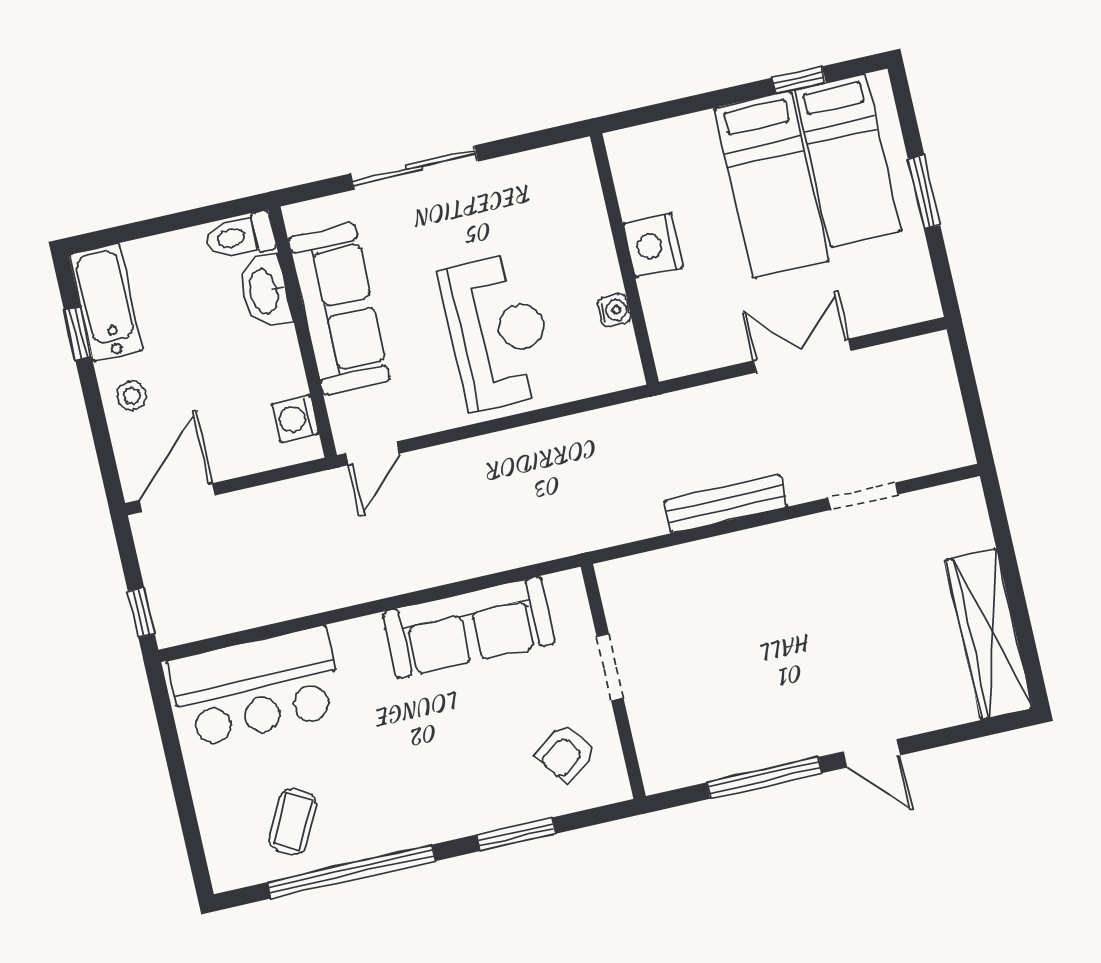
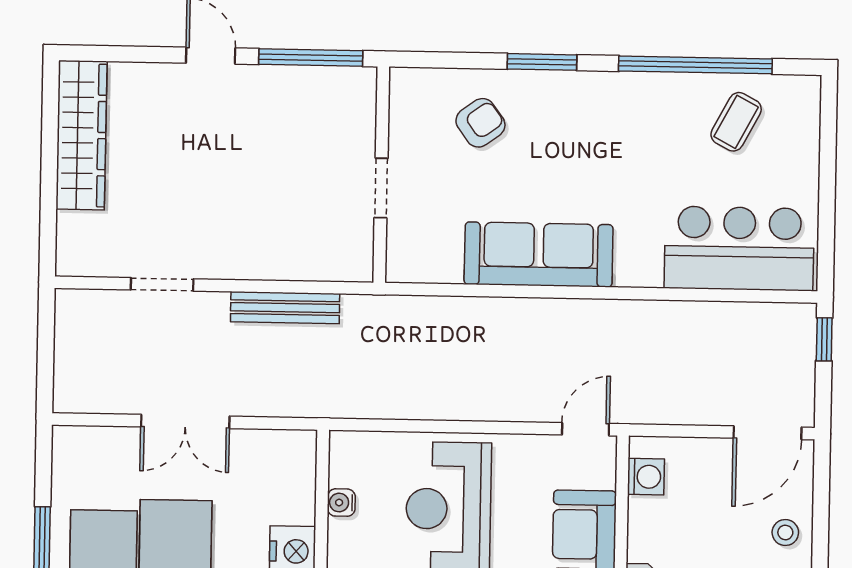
doorway: (610, 667) -> (381, 188), moved
wall: (613, 681) -> (381, 175), moved

